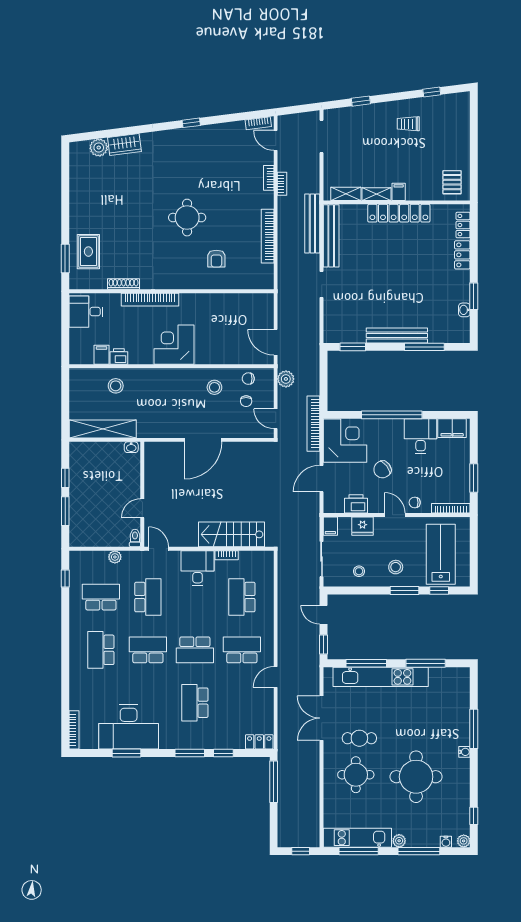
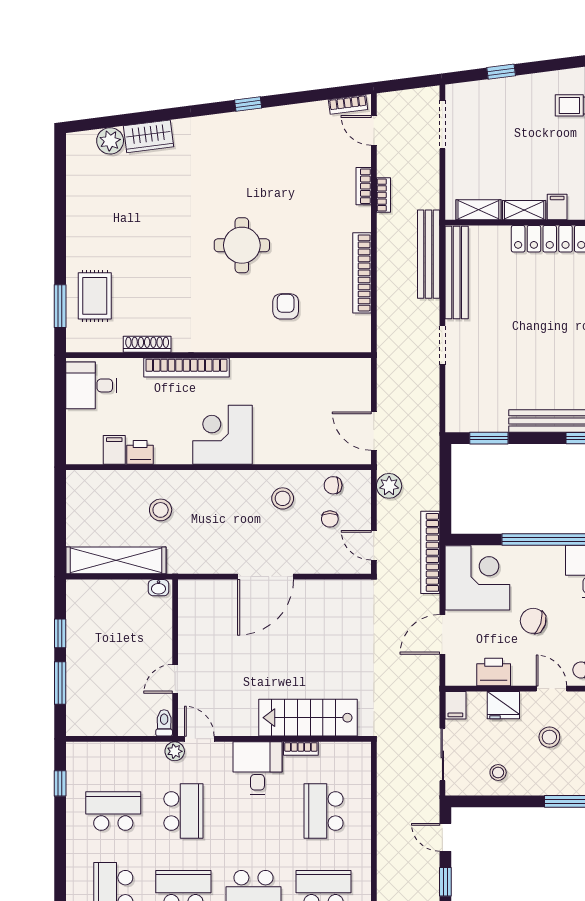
armchair: (216, 259) -> (286, 306), turned 180
stool: (116, 386) -> (161, 510), moved
chair: (382, 469) -> (533, 621), turned 55
plant: (115, 557) -> (175, 751), moved
stool: (396, 567) -> (549, 737), moved

